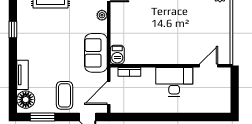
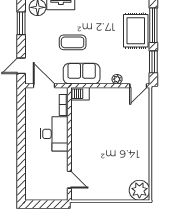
desk: (174, 82) -> (54, 134), moved
coffee table: (64, 95) -> (73, 42), moved

